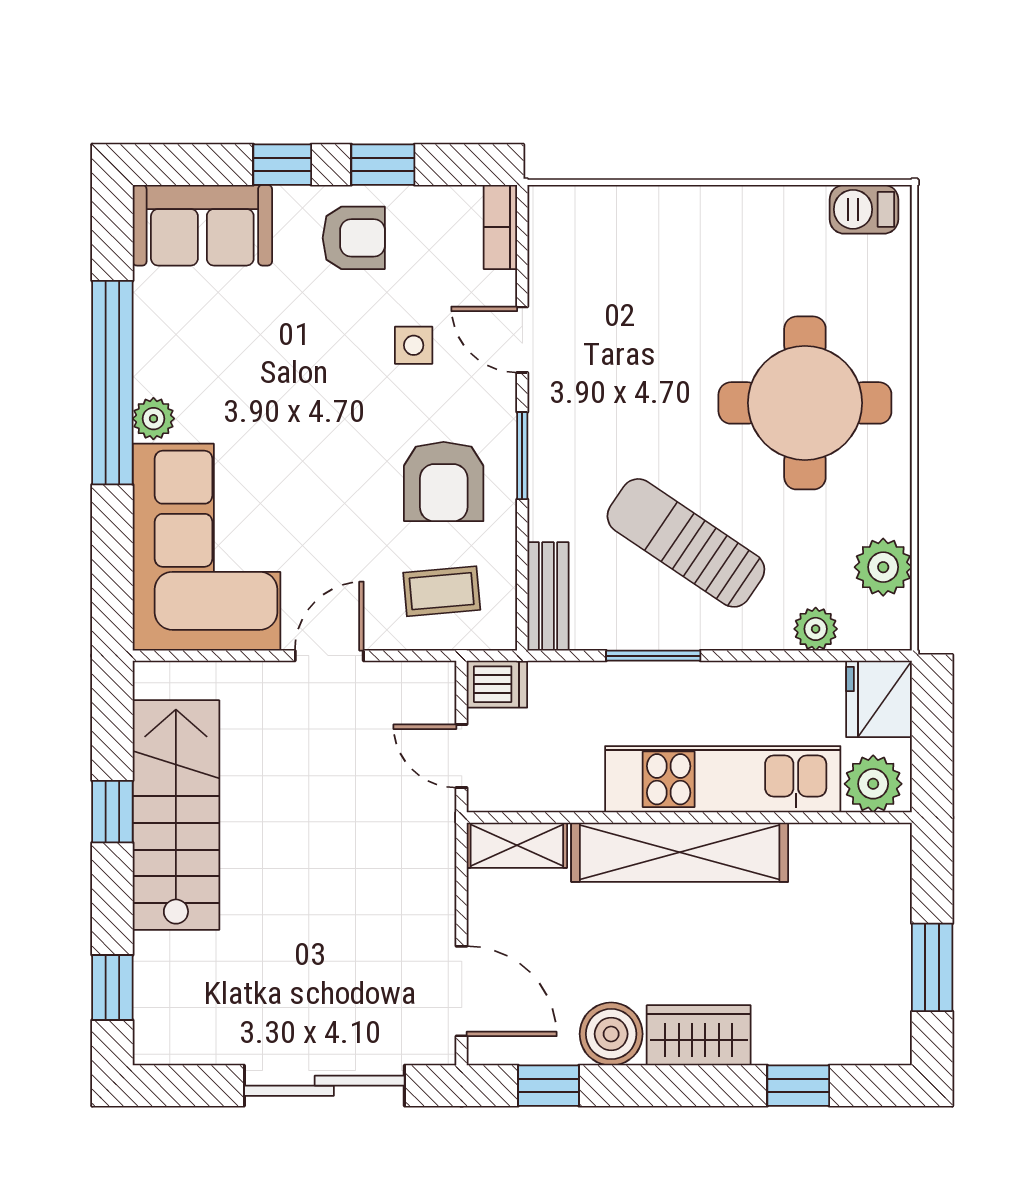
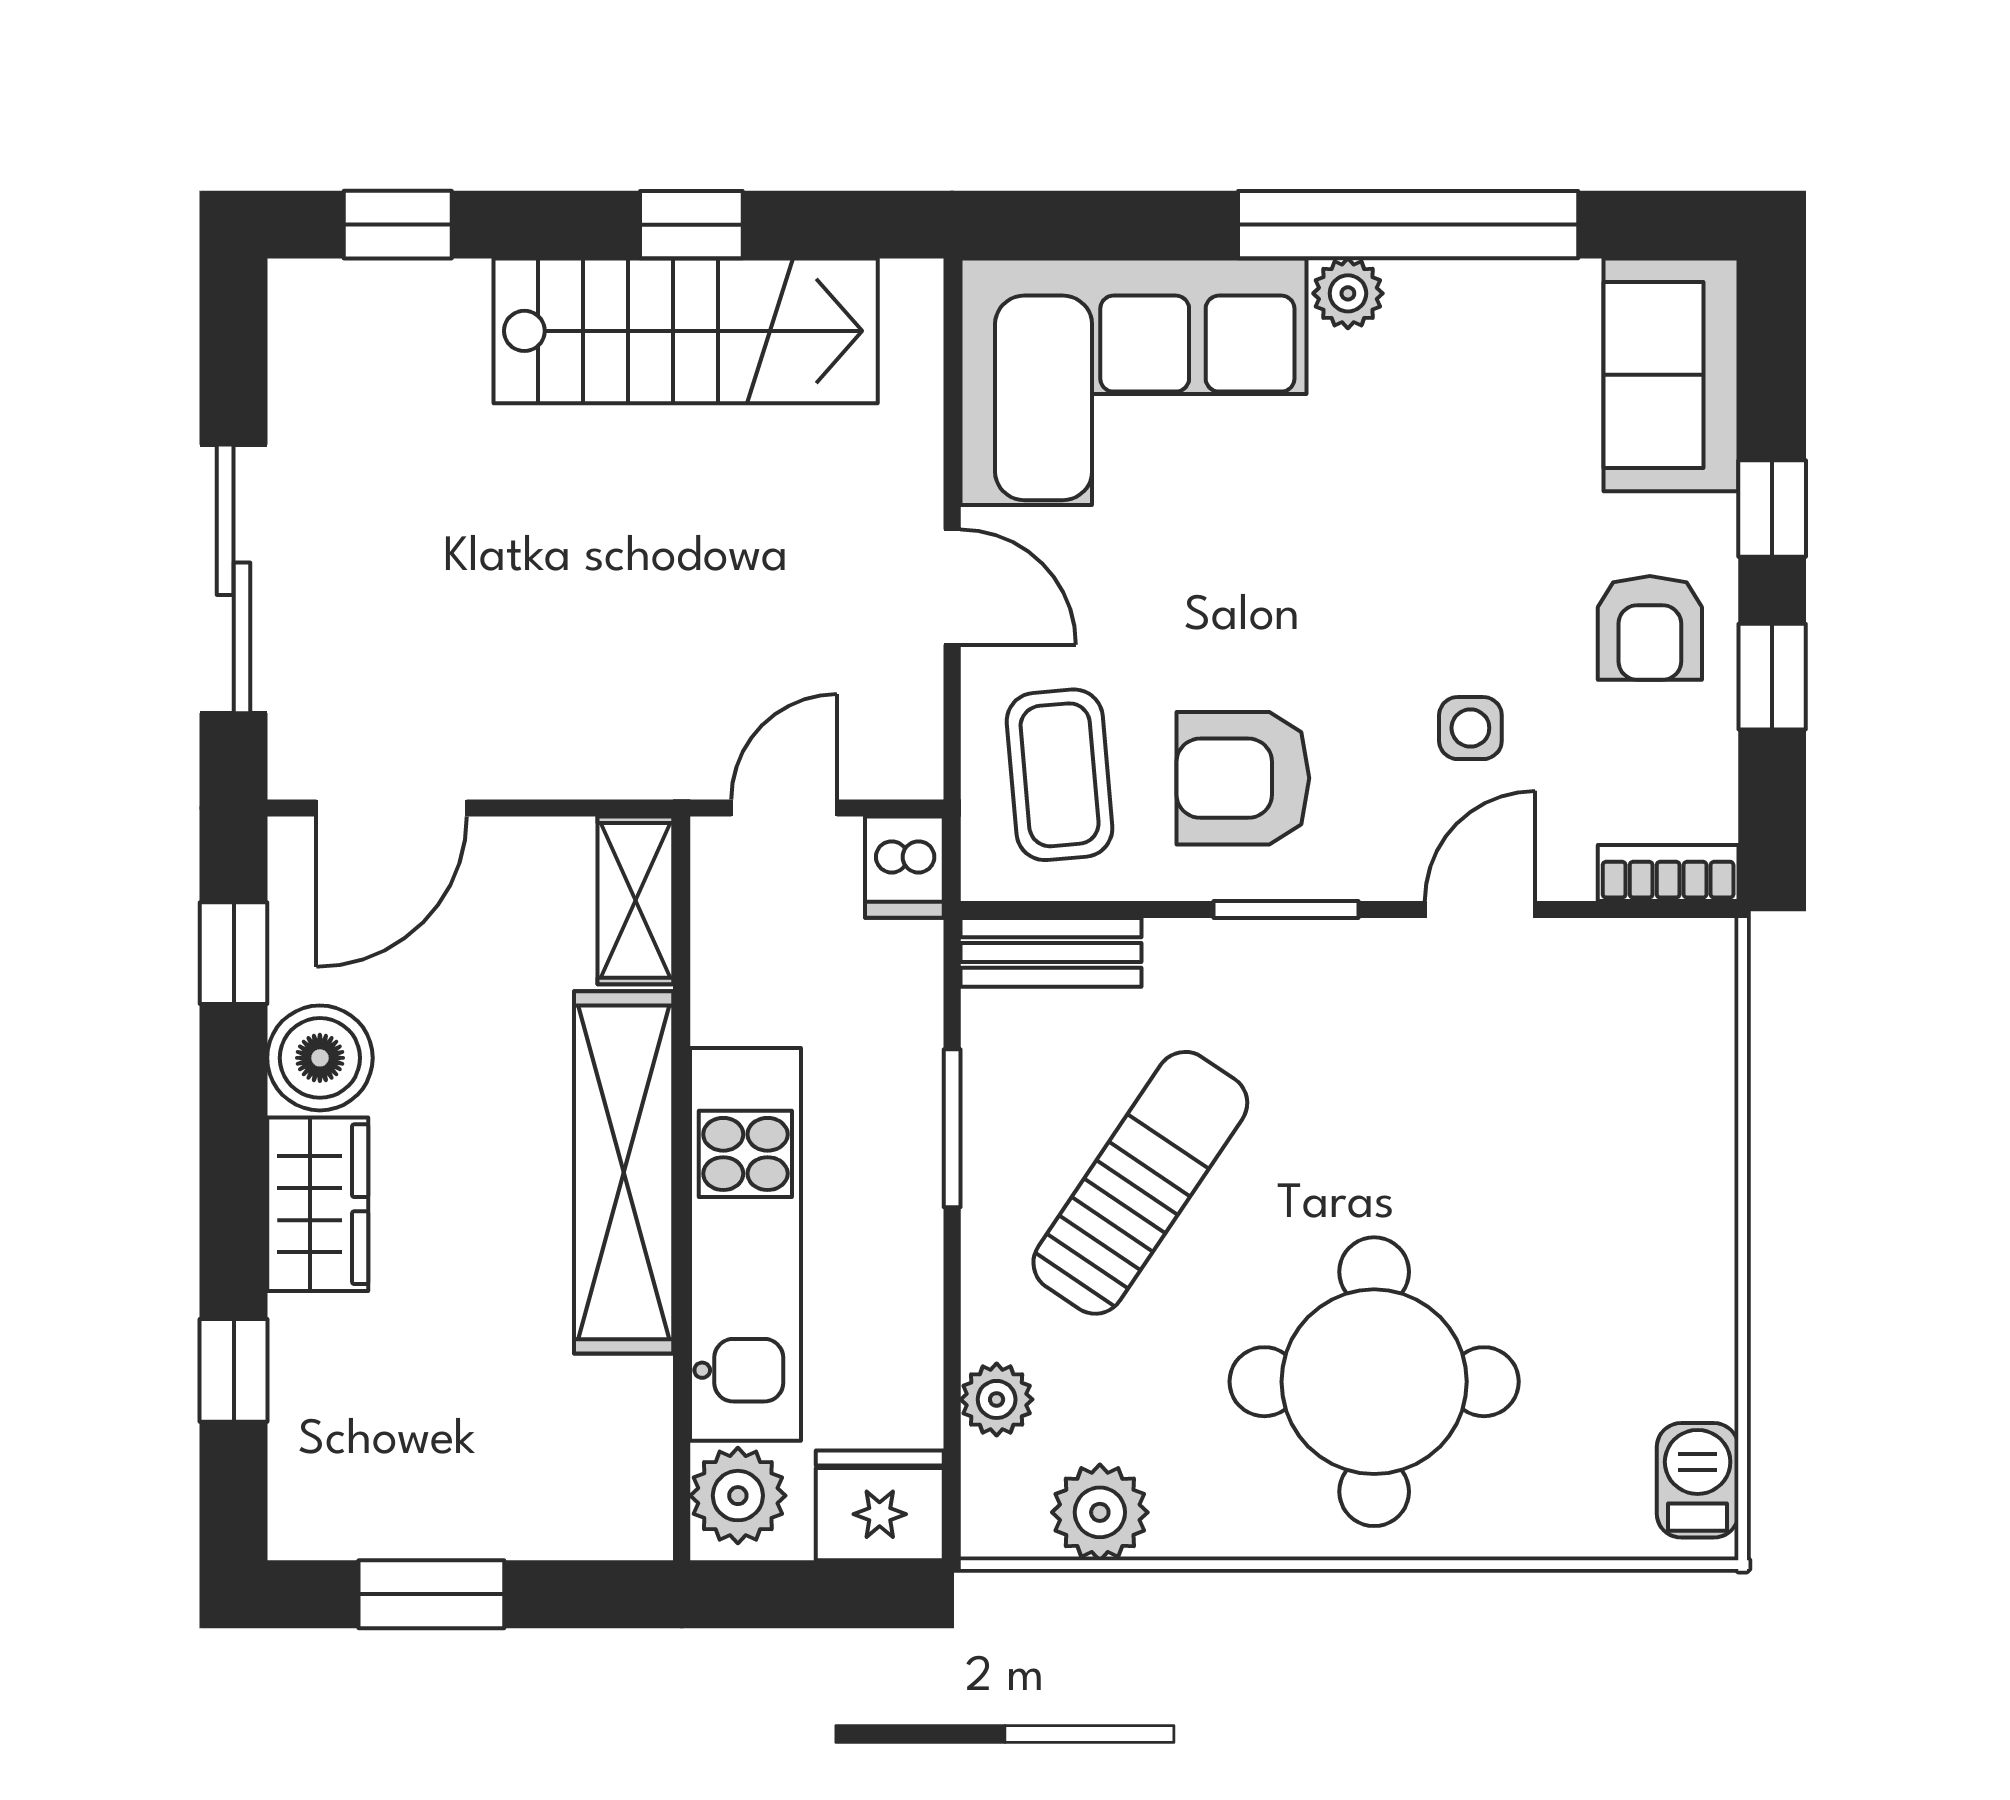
coffee table: (442, 591) -> (1060, 775), width x1.36, depth x1.30

